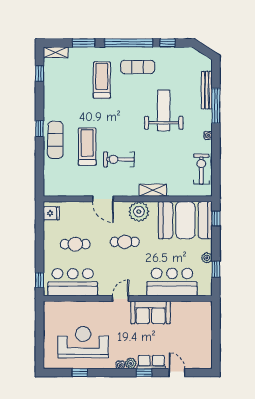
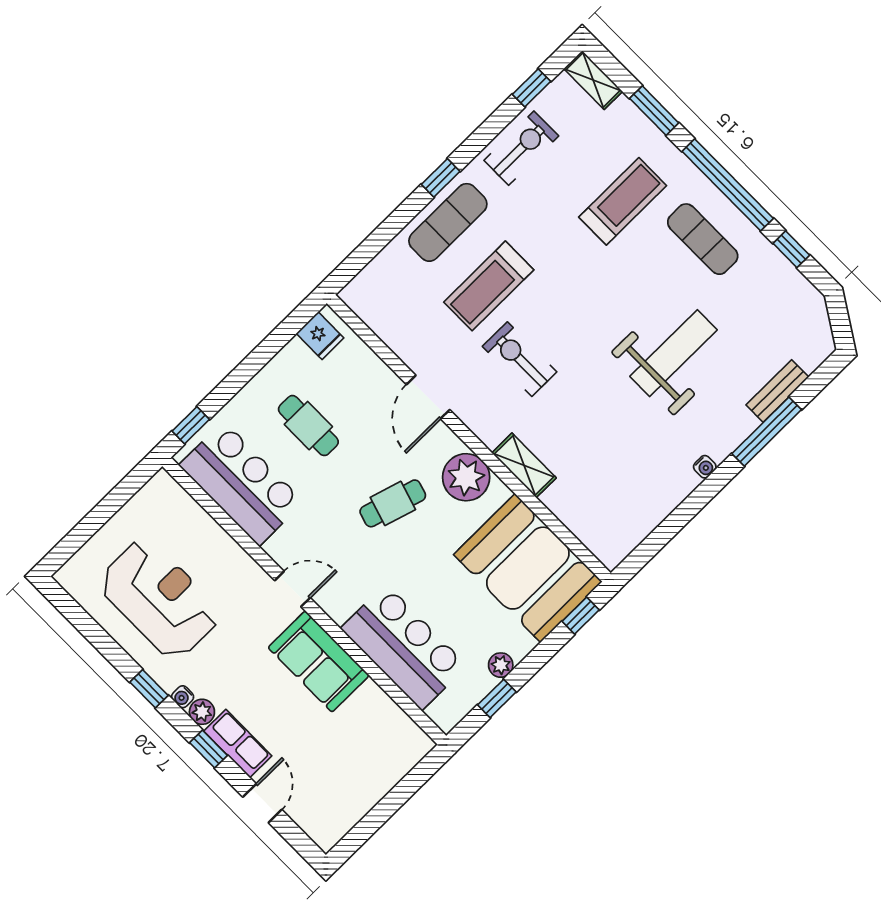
bench: (207, 90) -> (777, 391), width x0.73
treadmill: (87, 147) -> (489, 286), turned 180
exercise bike: (201, 169) -> (521, 148), moved
cafe table: (125, 242) -> (393, 503), turned -73
window: (80, 373) -> (149, 689), moved

